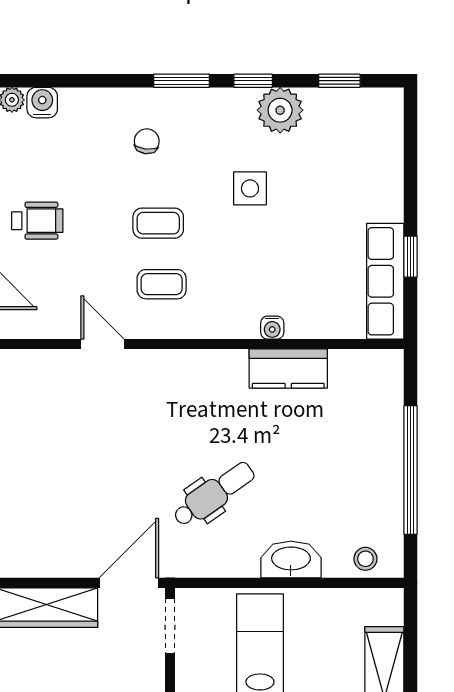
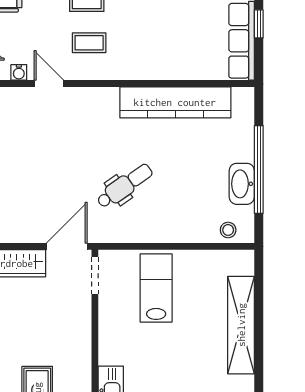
water cooler: (272, 328) -> (19, 72), moved
kitchen counter: (288, 368) -> (175, 102), width x2.08, depth x1.17
washbasin: (291, 560) -> (242, 184), moved, turned -90

